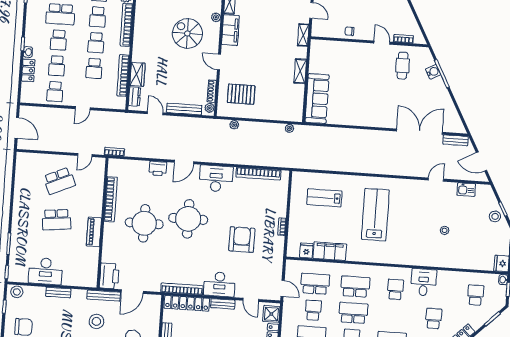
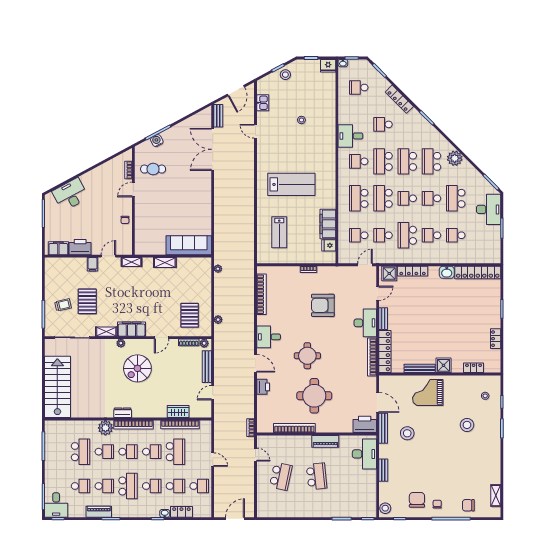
school desk: (94, 68) -> (175, 452), width x1.85
dresser: (135, 96) -> (123, 413), moved
desk: (216, 178) -> (269, 337), width x0.73
school desk: (59, 181) -> (281, 476), turned 36
lab bench: (375, 215) -> (291, 184), turned 180
round table: (188, 219) -> (307, 356), width x0.73, depth x0.73
desk: (46, 271) -> (364, 454), moved
school desk: (315, 284) -> (359, 235), width x0.54
school desk: (393, 316) -> (383, 161), added

